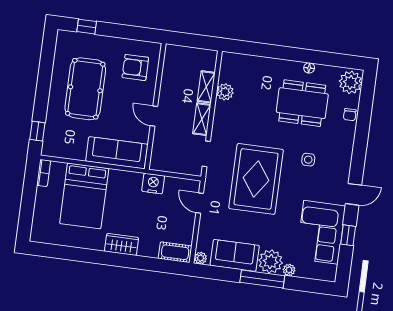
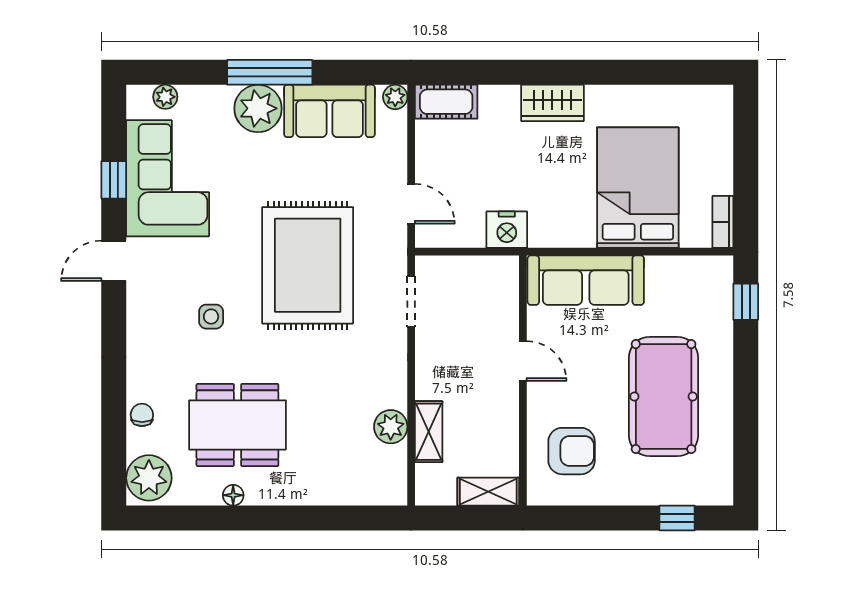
shelving: (202, 119) -> (488, 492), moved, turned 90
plant: (289, 270) -> (165, 97), moved

